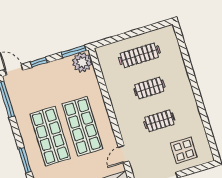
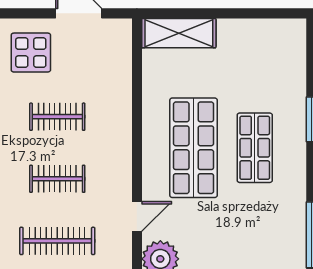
shop shelf: (50, 136) -> (255, 148), width x0.70, depth x0.74
door: (124, 154) -> (137, 216), moved

